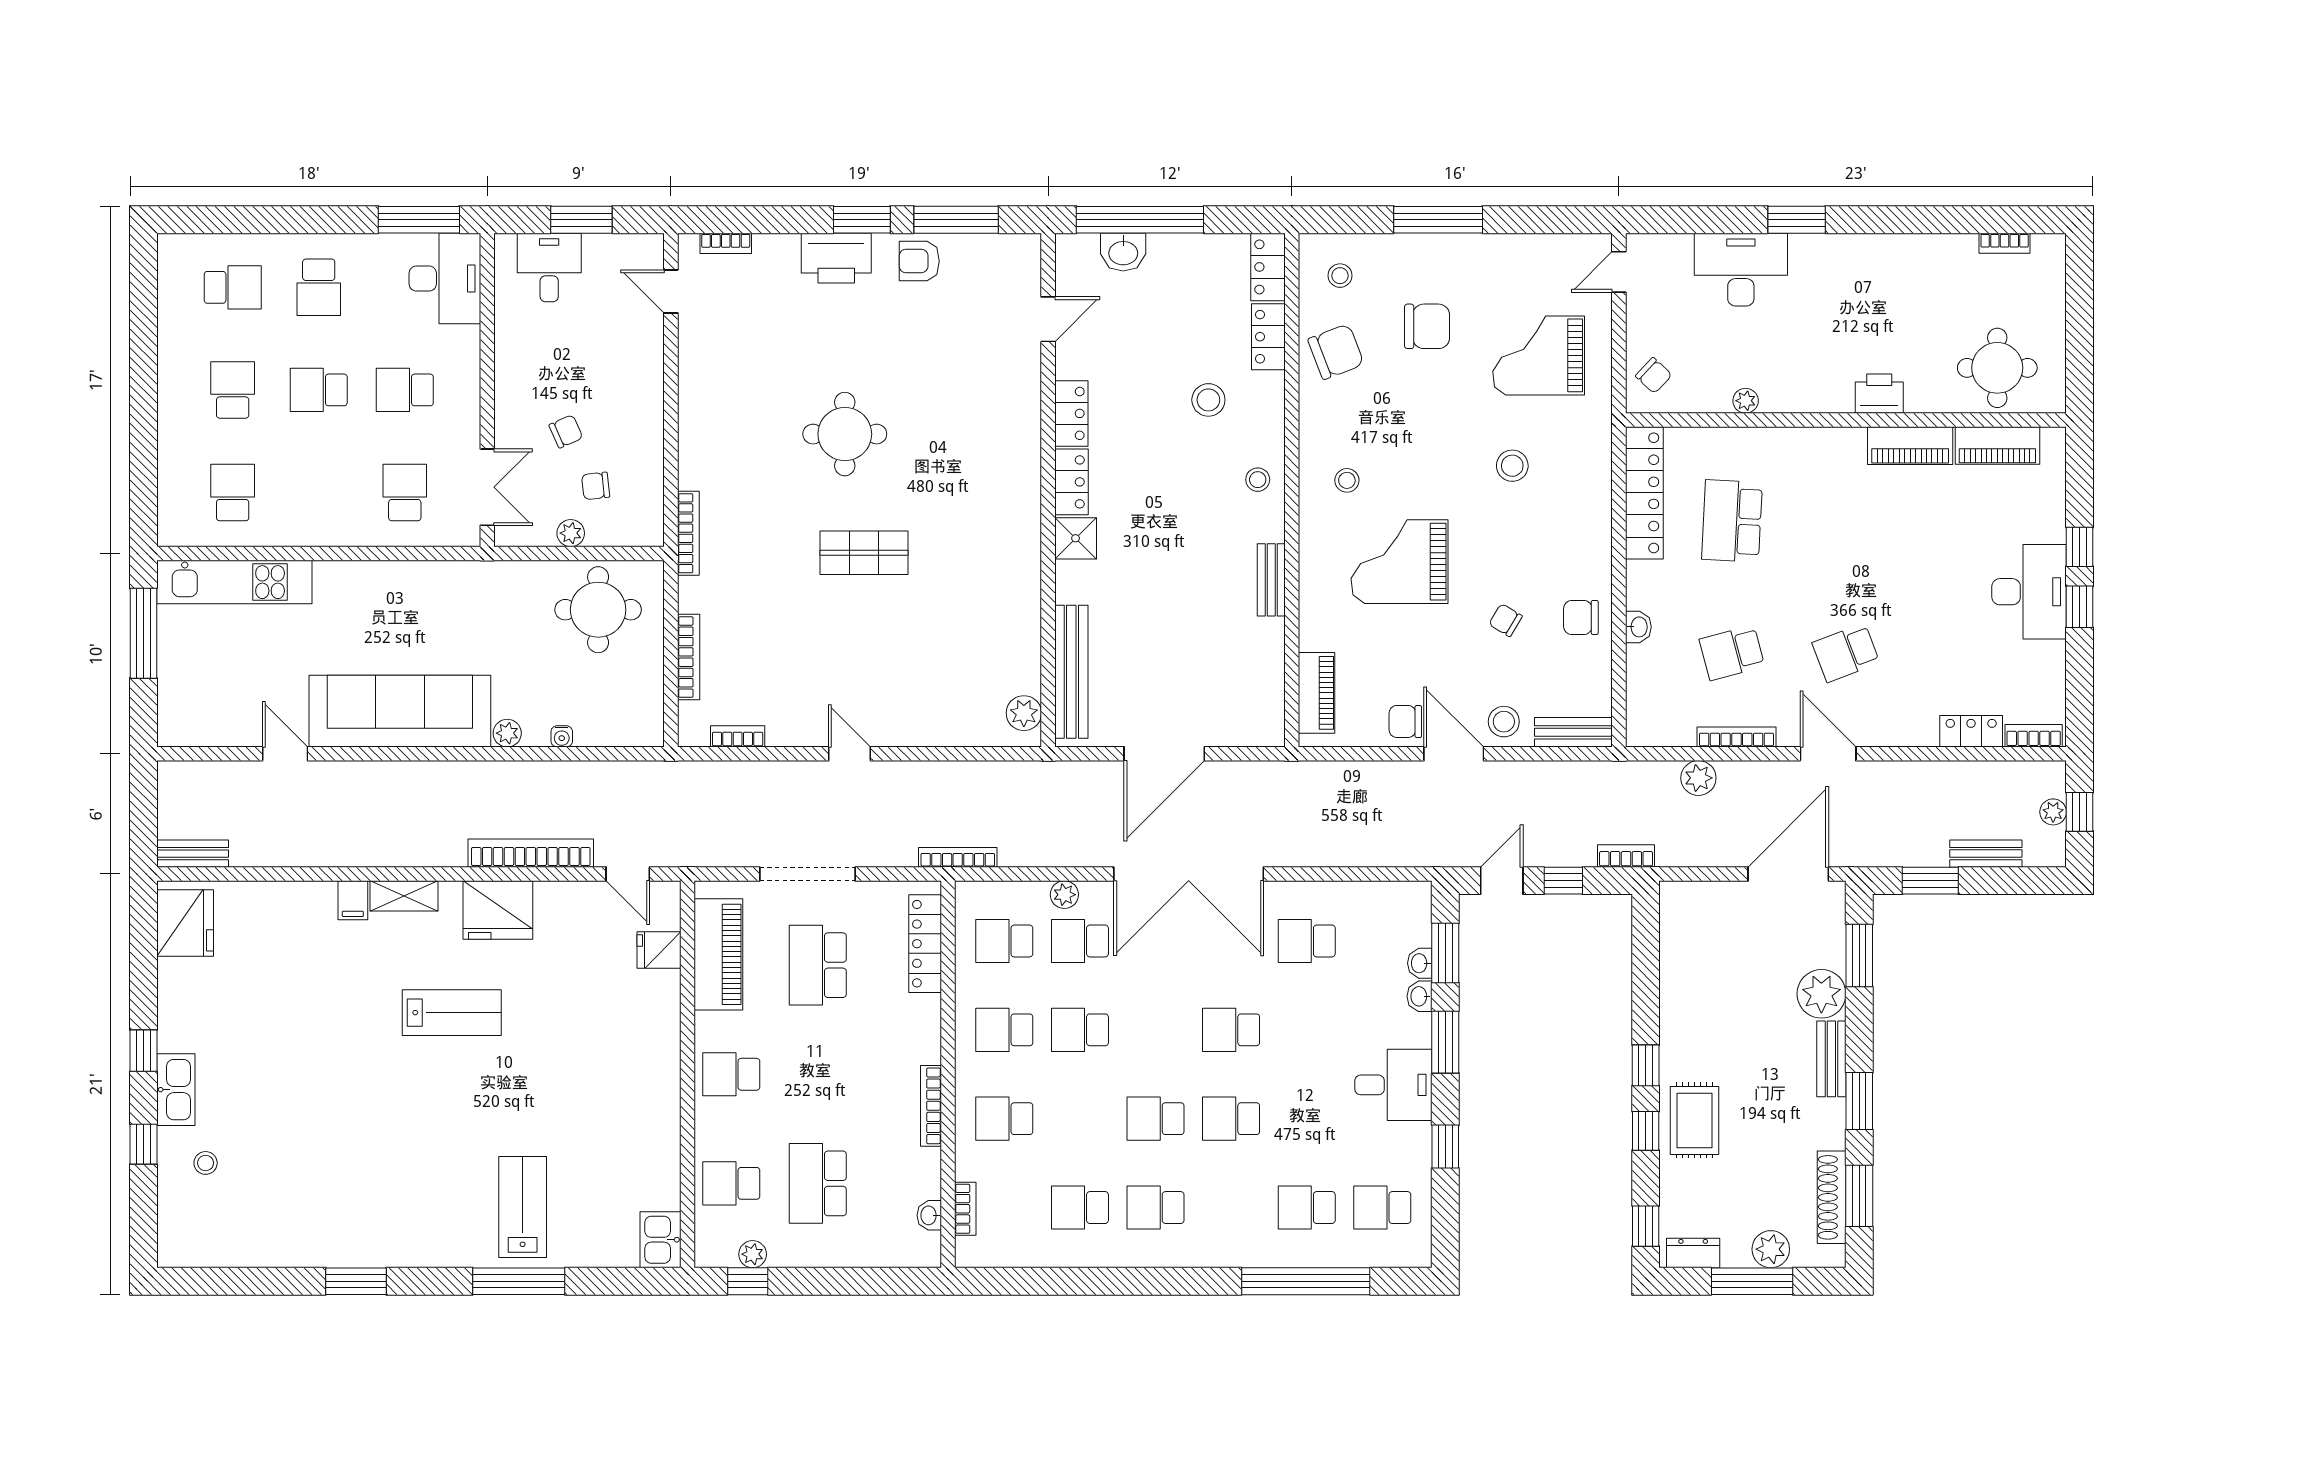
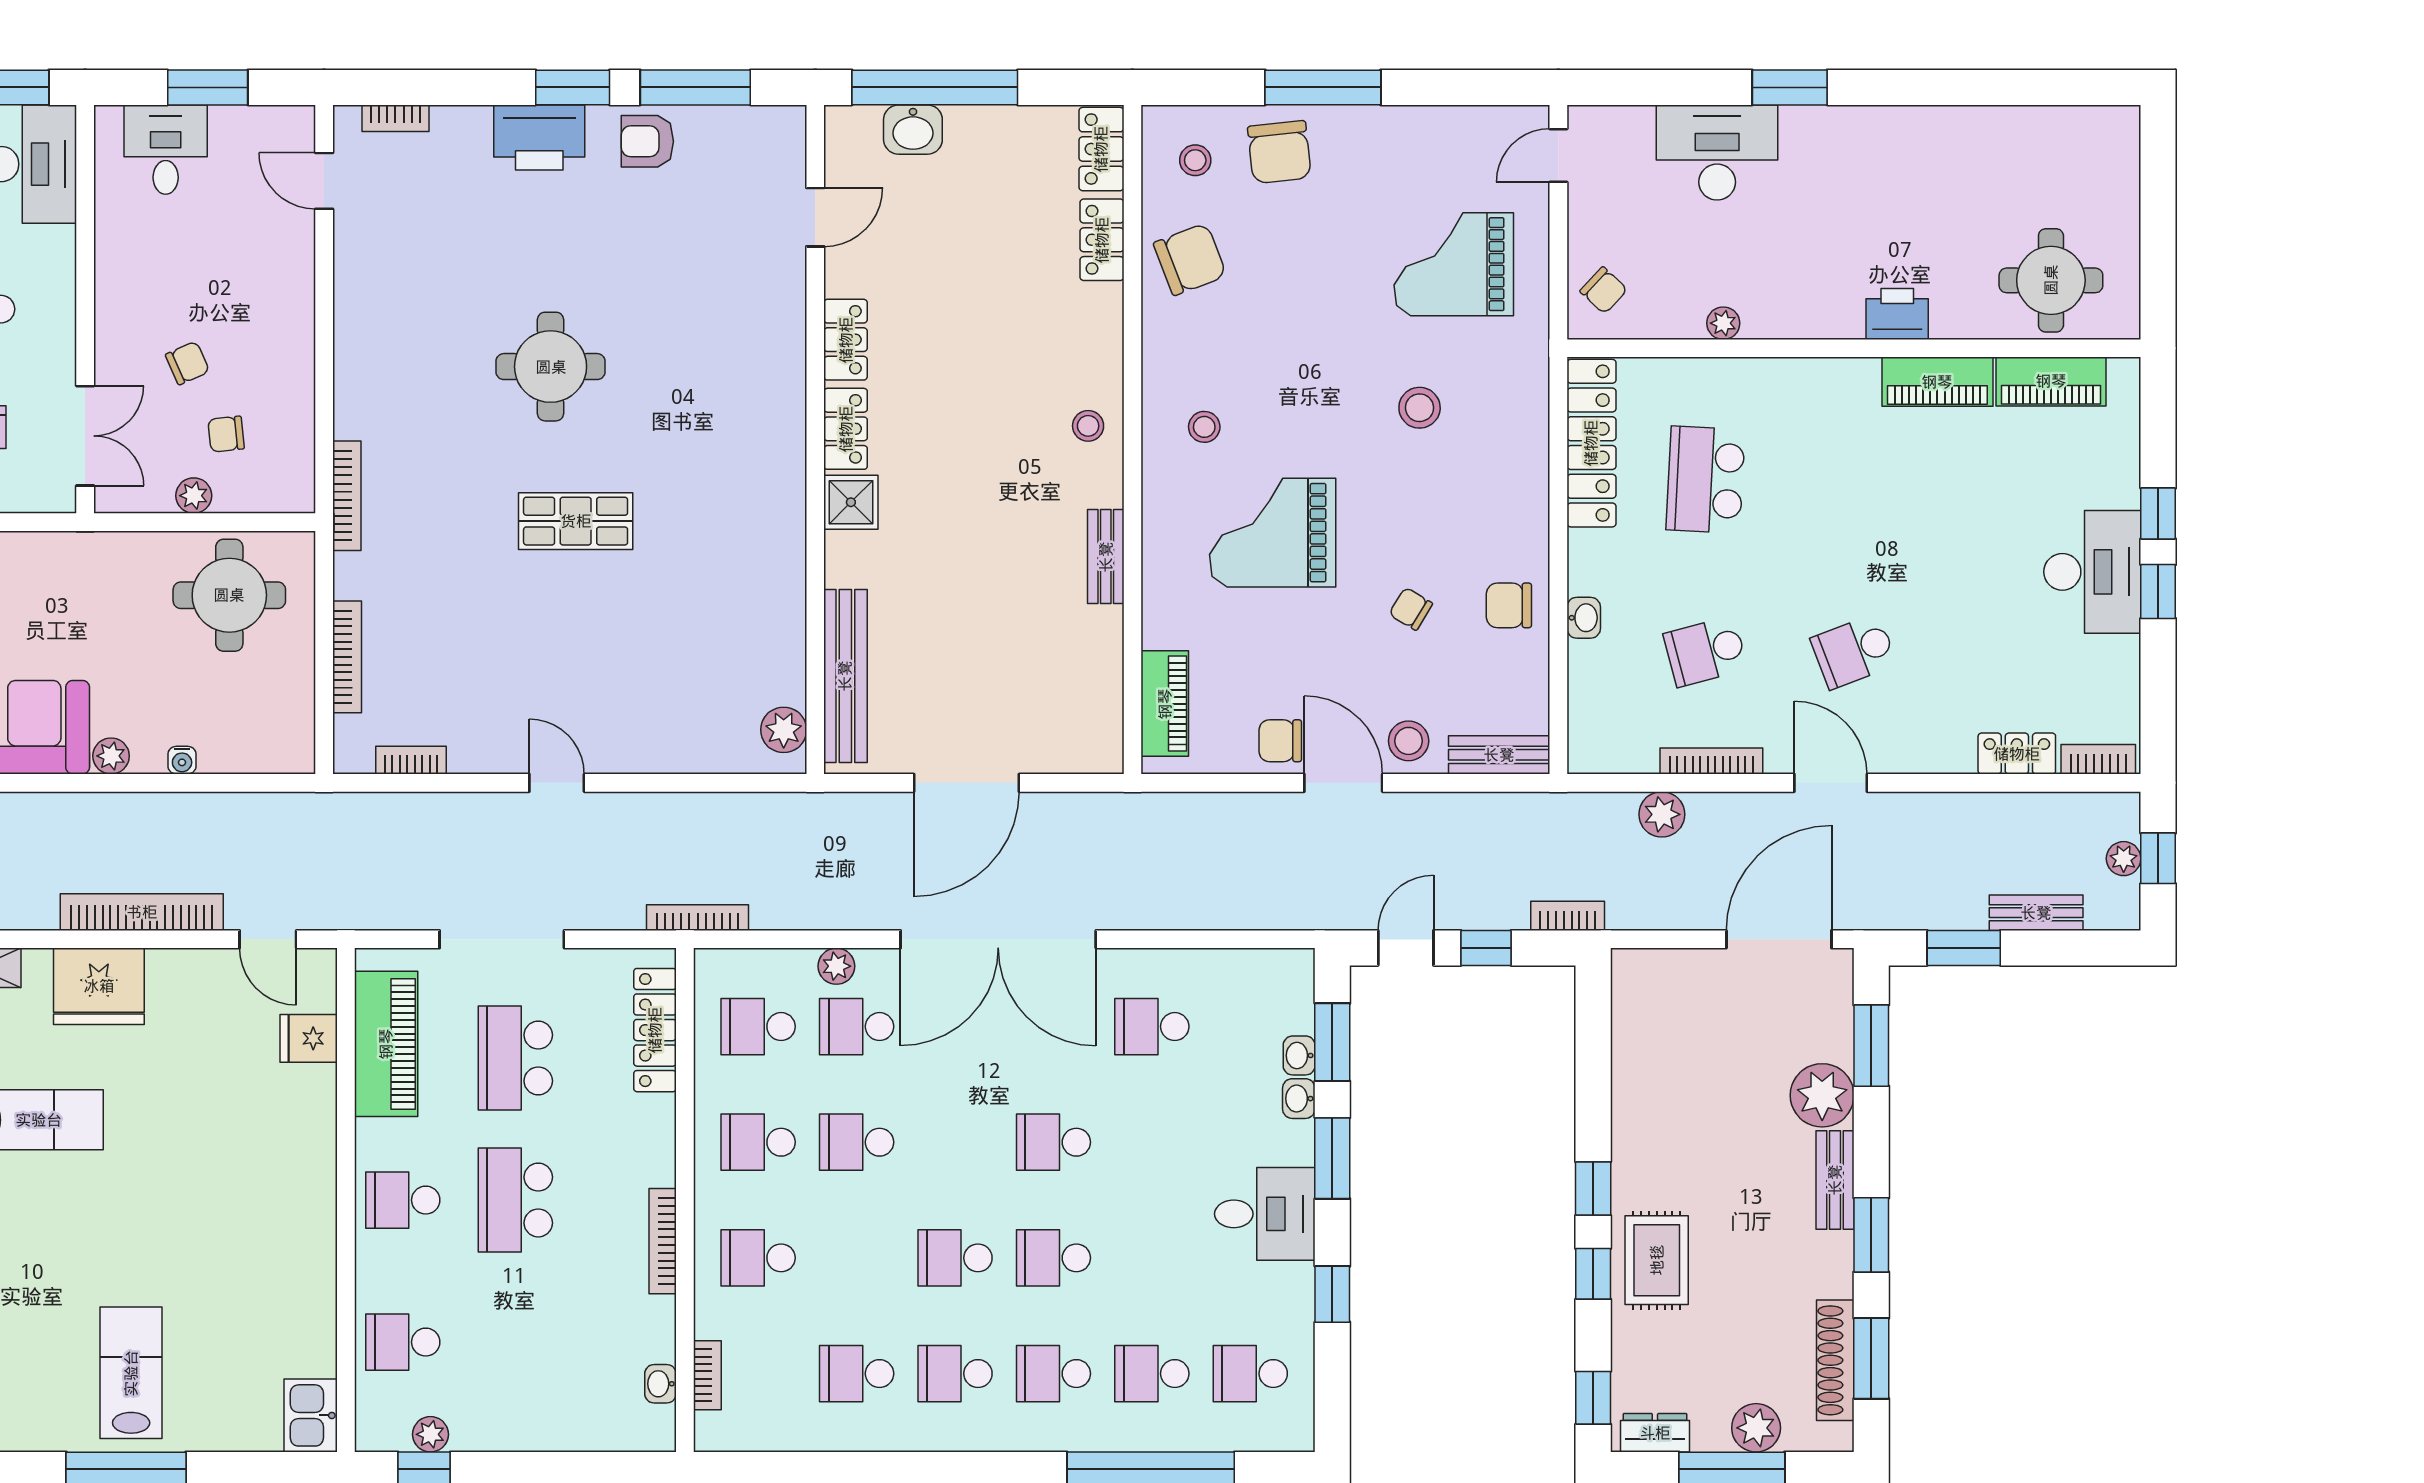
bookcase: (2005, 243) -> (2060, 118), removed
chair: (1427, 326) -> (1279, 152), moved, turned 84
stool: (1208, 400) -> (1024, 322), removed
school desk: (818, 1183) -> (515, 1200), moved
school desk: (1231, 1208) -> (1053, 1374), added

